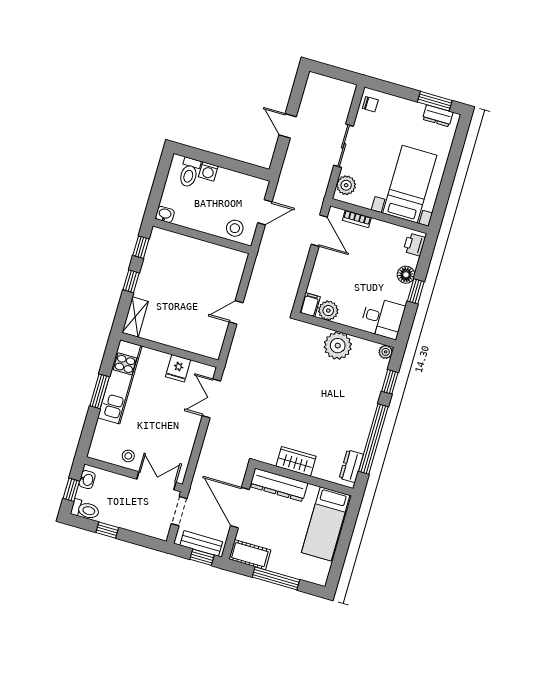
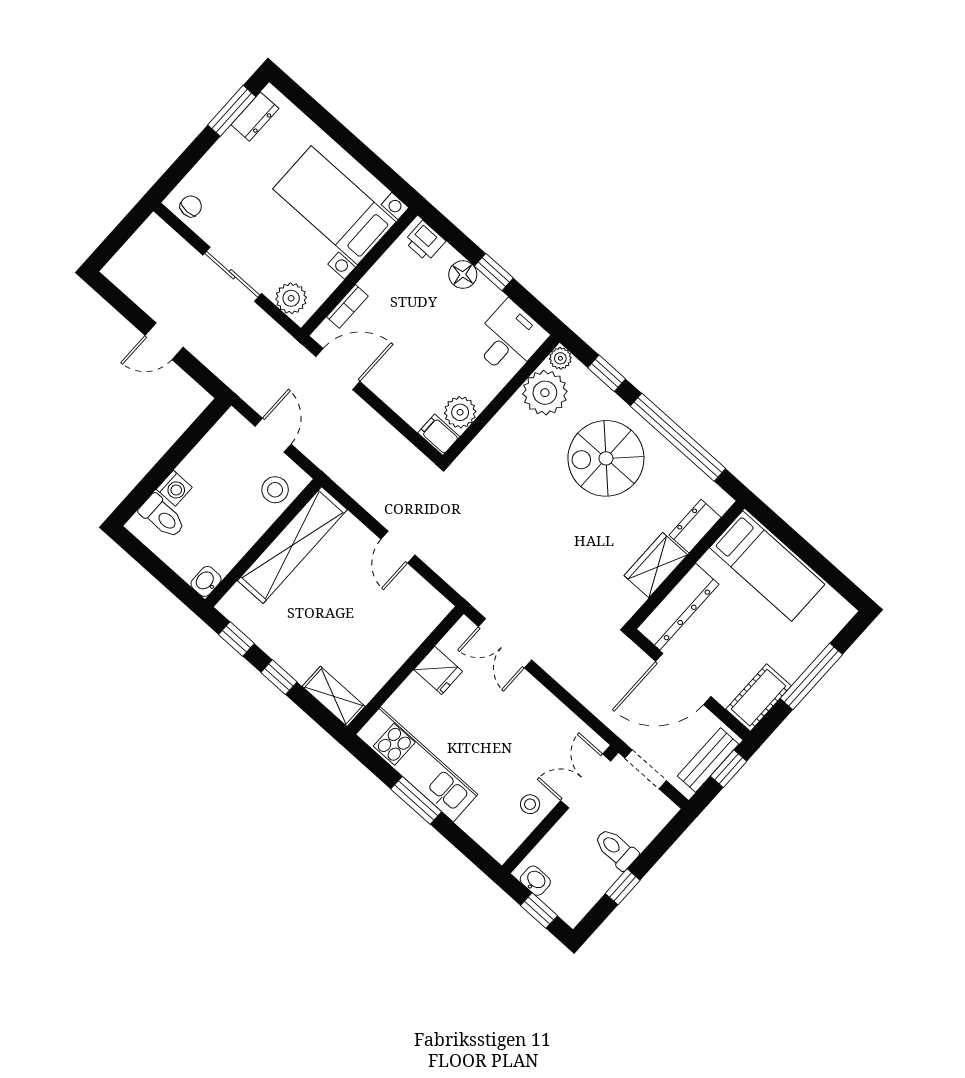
shelving: (209, 253) -> (292, 545), added
plant: (338, 346) -> (545, 393), moved
spiral stairs: (342, 405) -> (606, 458), added
dresser: (351, 466) -> (695, 526), moved, turned 90
toilet: (85, 510) -> (616, 849), moved, turned -90

